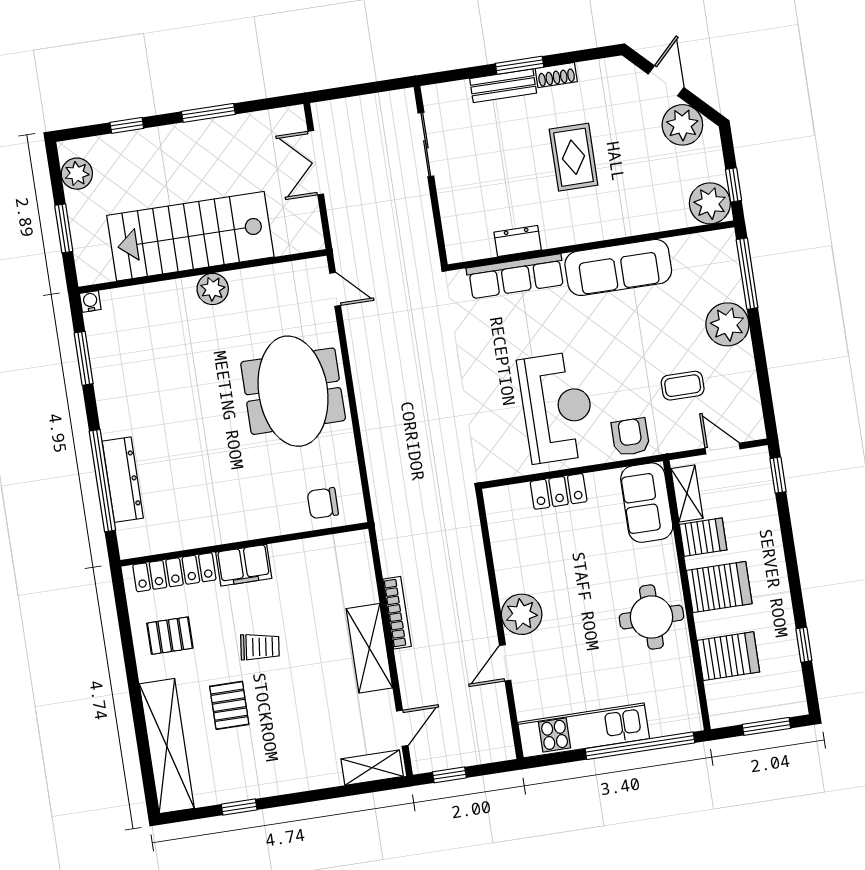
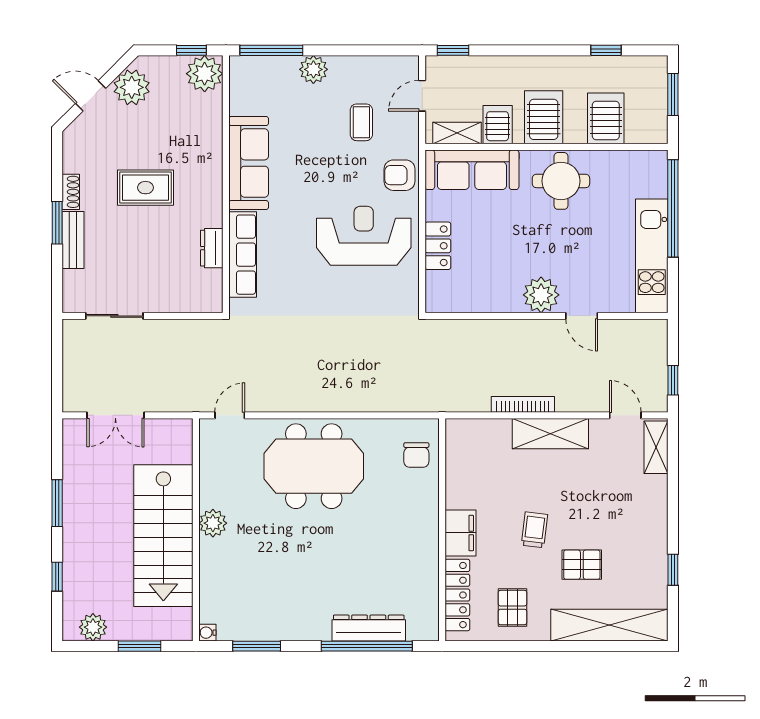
plant: (727, 324) -> (313, 69), width x0.73, depth x0.73
sofa: (647, 503) -> (472, 170), width x1.36

